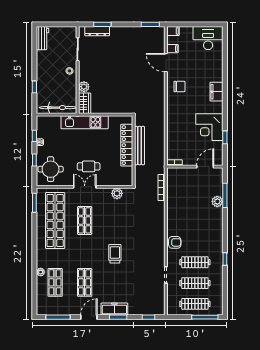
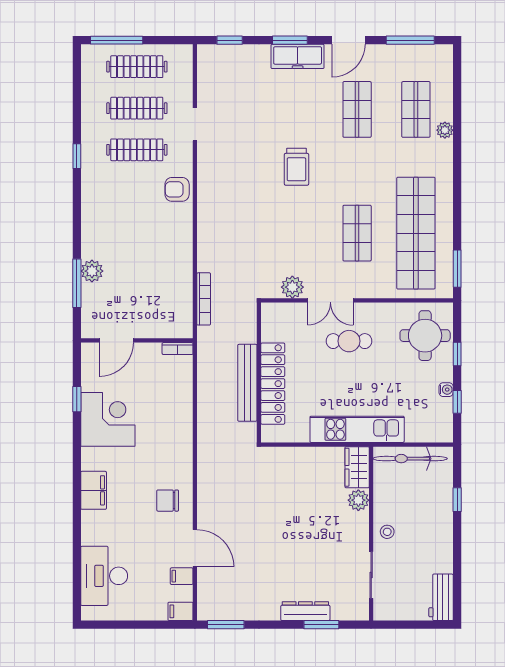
dresser: (97, 31) -> (305, 611), moved
desk: (208, 38) -> (104, 576), moved, turned 90
double door: (85, 187) -> (330, 300), moved

